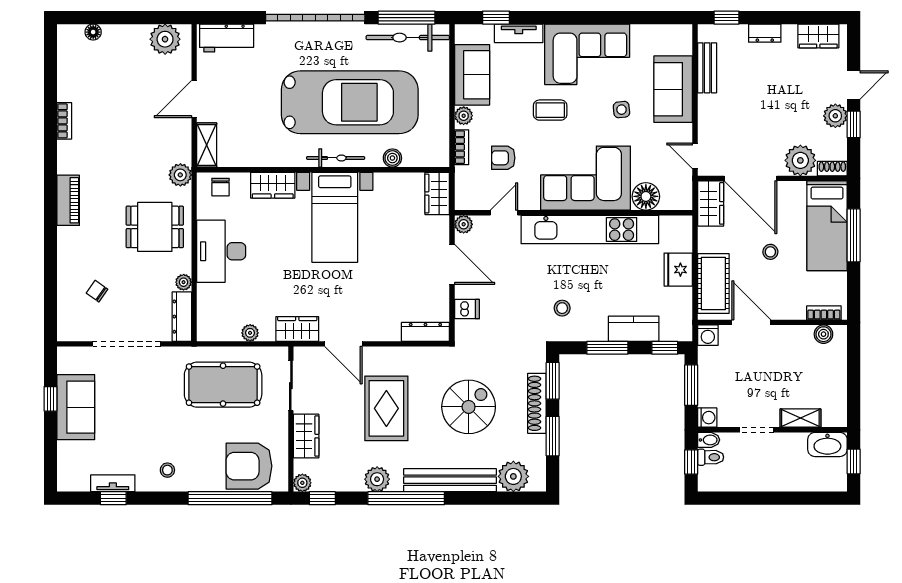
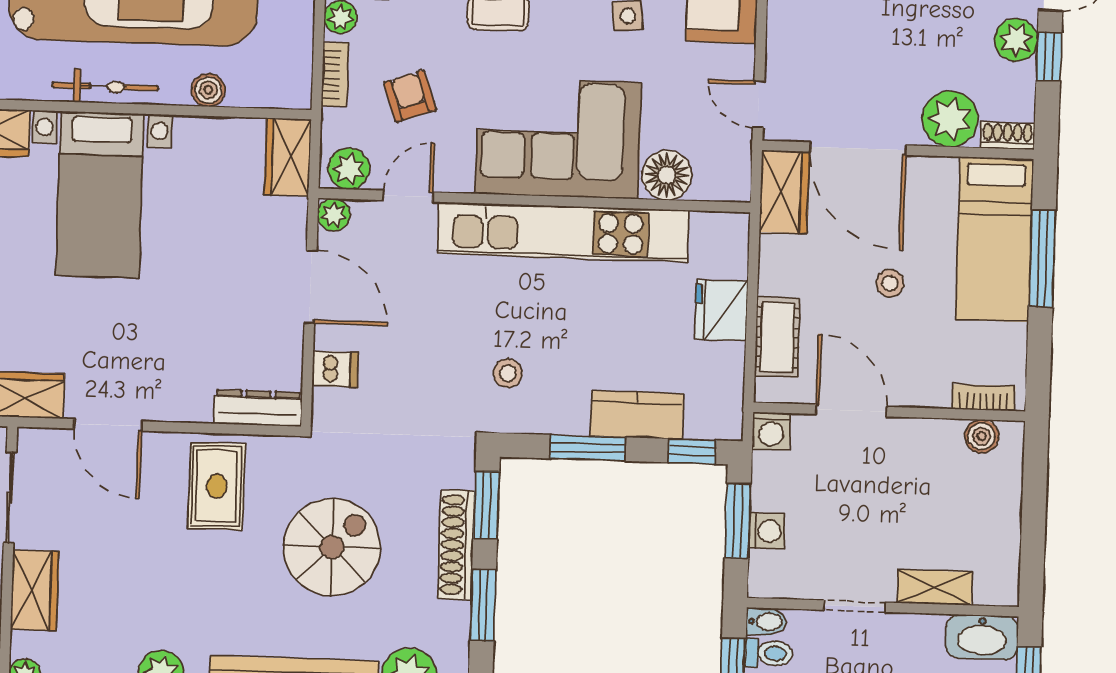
armchair: (503, 158) -> (410, 96), turned 71
plant: (471, 199) -> (349, 169), added
cot: (713, 283) -> (777, 337), width x0.73, depth x0.75
rug: (386, 408) -> (217, 486), moved, width x0.73, depth x0.70
washing machine: (707, 418) -> (767, 531), moved

